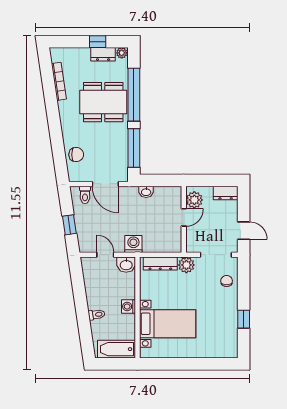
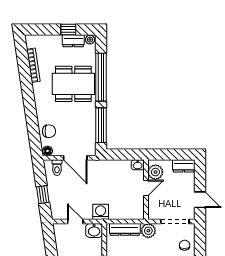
floor lamp: (75, 176) -> (48, 151), added
washbasin: (146, 192) -> (138, 165), moved

